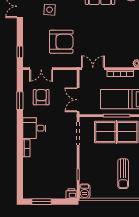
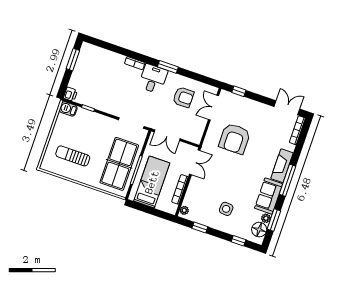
side table: (50, 10) -> (226, 209), moved
double door: (78, 100) -> (167, 135), swing flipped
window: (20, 101) -> (168, 67), moved

